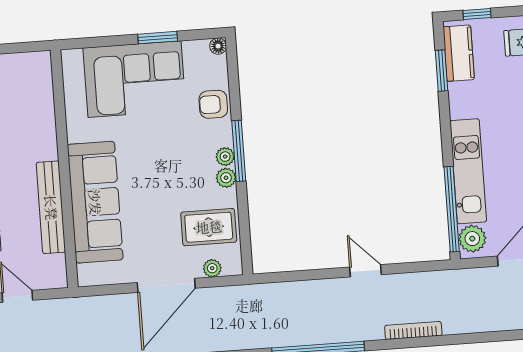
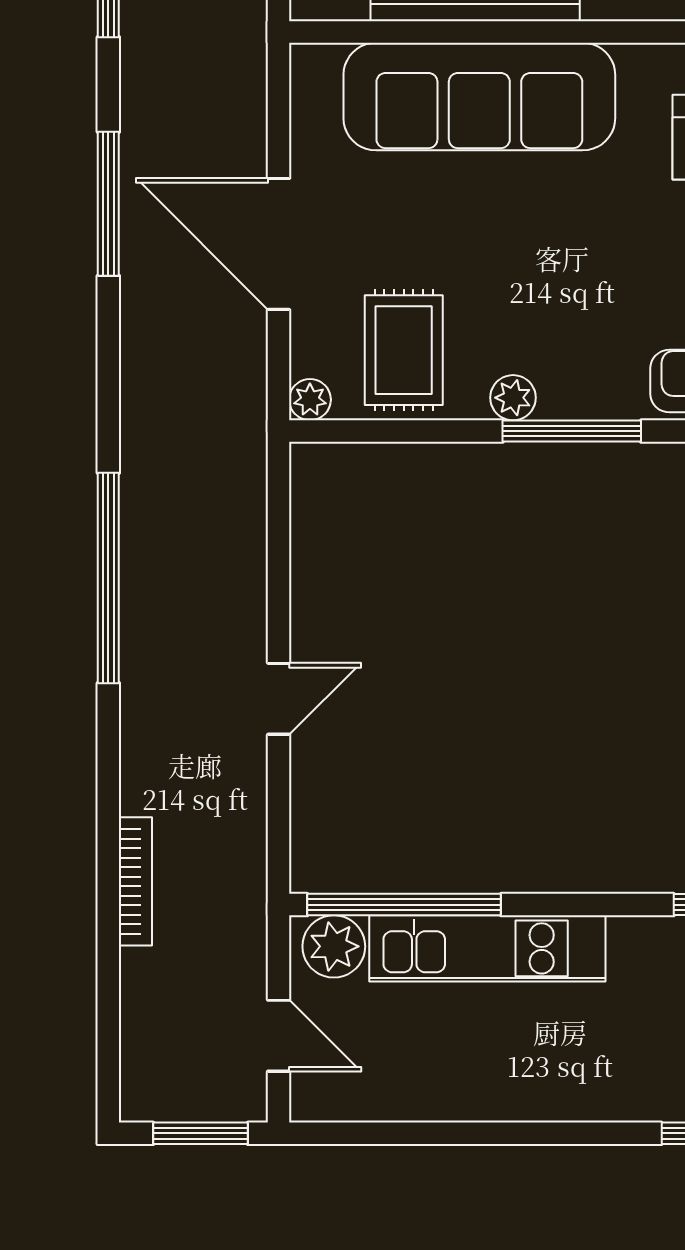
plant: (225, 157) -> (561, 399), removed
plant: (212, 268) -> (310, 400), moved
bookcase: (413, 330) -> (135, 881), moved

